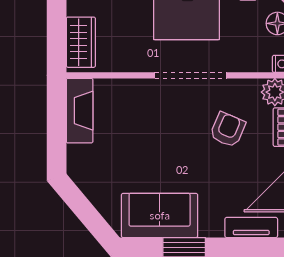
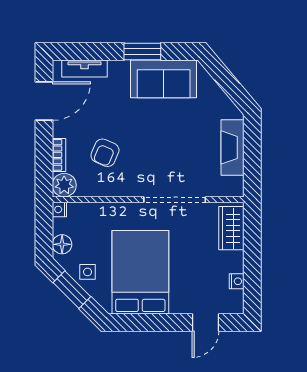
doorway: (191, 75) -> (175, 200), moved
fireplace: (80, 111) -> (233, 147), moved

